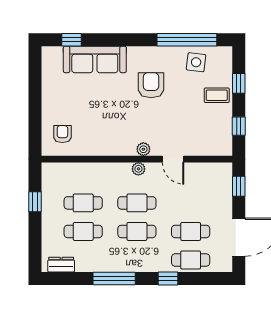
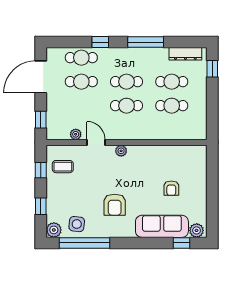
plant: (54, 55) -> (197, 230), added
plant: (223, 55) -> (54, 230), added
coffee table: (217, 95) -> (63, 167), moved
armchair: (62, 134) -> (171, 188), moved
plant: (138, 169) -> (76, 134), moved
window: (35, 202) -> (212, 69), moved
dresser: (61, 265) -> (185, 54), width x1.44

